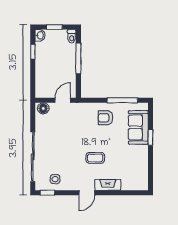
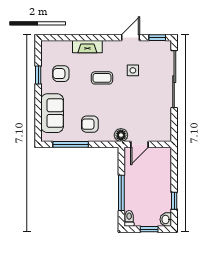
floor lamp: (43, 108) -> (121, 135), moved
armchair: (106, 118) -> (90, 124), turned 180
window: (150, 137) -> (38, 75), moved
armchair: (131, 162) -> (61, 74), added
side table: (55, 179) -> (133, 70), moved
door: (87, 193) -> (131, 38), moved

